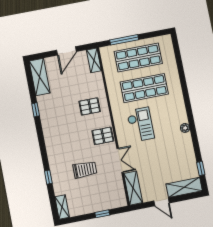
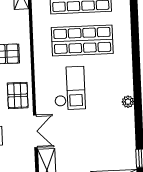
pallet: (103, 136) -> (18, 95), turned 90

